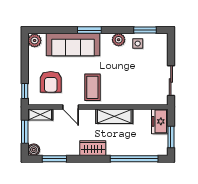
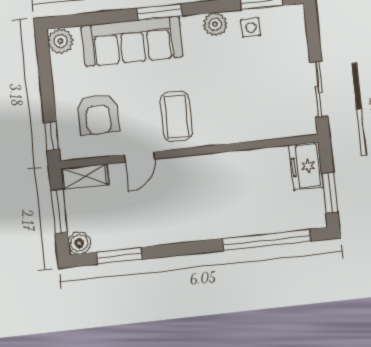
door: (71, 107) -> (140, 157), hinge flipped
shelving: (114, 116) -> (222, 165), removed
wardrobe: (93, 148) -> (188, 228), removed

